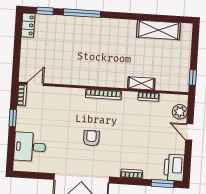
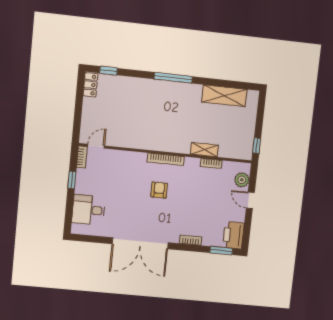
window: (82, 13) -> (173, 78), moved
armchair: (91, 138) -> (159, 190), moved

